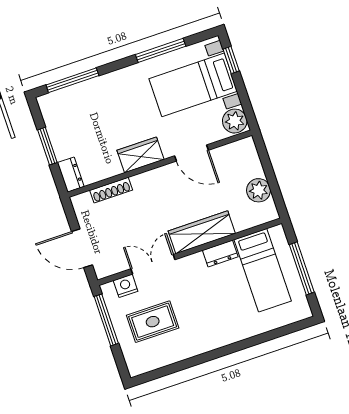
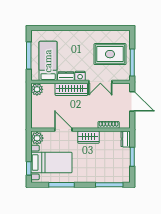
plant: (258, 190) -> (37, 89), moved
nightstand: (126, 286) -> (80, 76), moved
rug: (153, 322) -> (110, 54), width x1.36, depth x1.43

